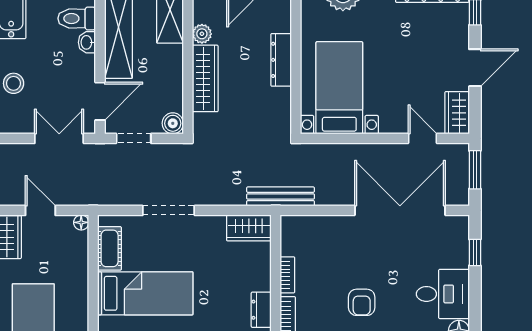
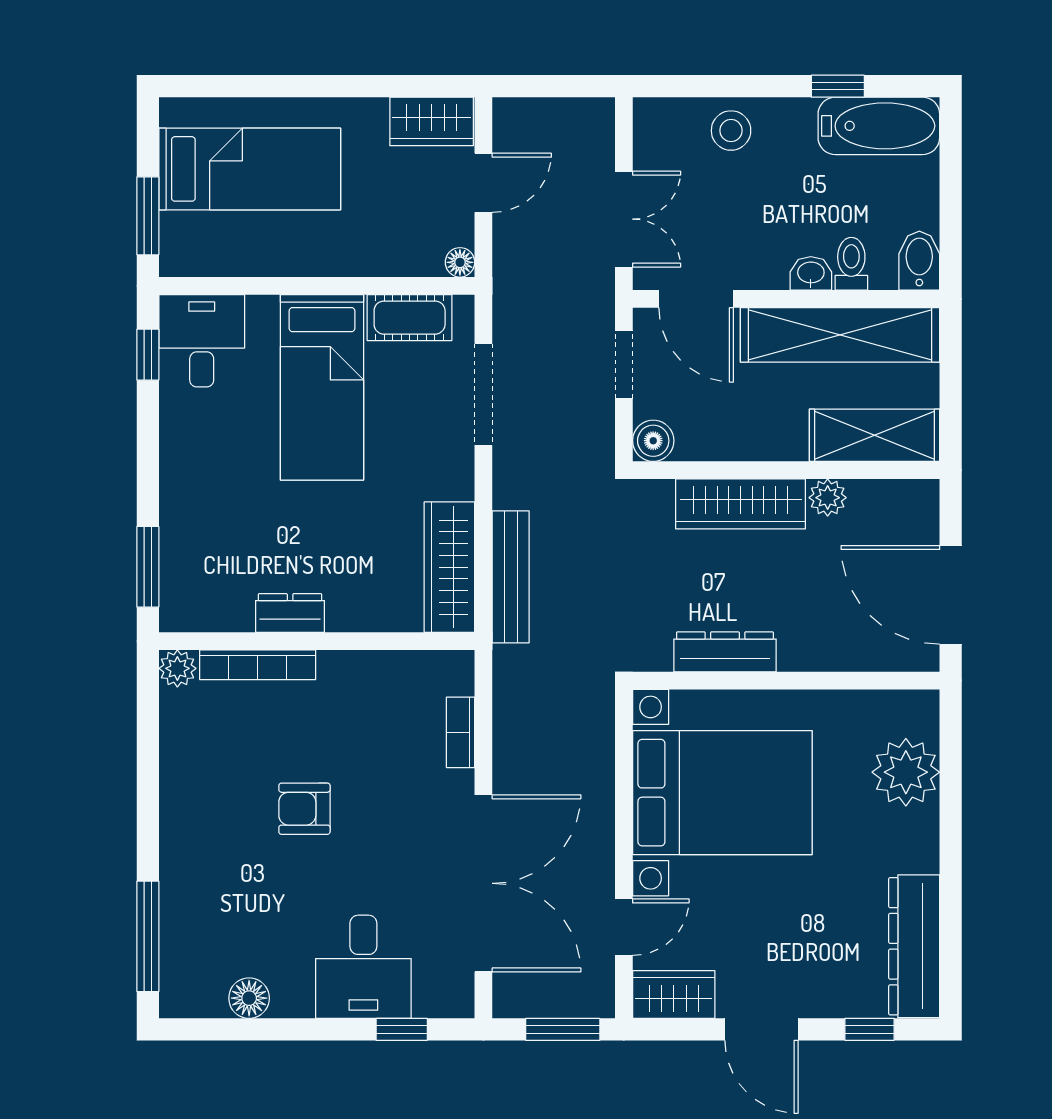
toilet: (77, 18) -> (851, 264), width x0.73, depth x0.72
dresser: (281, 60) -> (725, 652), moved
bed with nightstands: (339, 88) -> (722, 793), width x1.36
bench: (281, 196) -> (511, 577), moved
doorway: (169, 210) -> (483, 394), moved
wardrobe: (249, 228) -> (449, 567), width x1.50
bookcase: (287, 275) -> (461, 732), moved, turned 90
desk: (443, 294) -> (363, 967), moved

